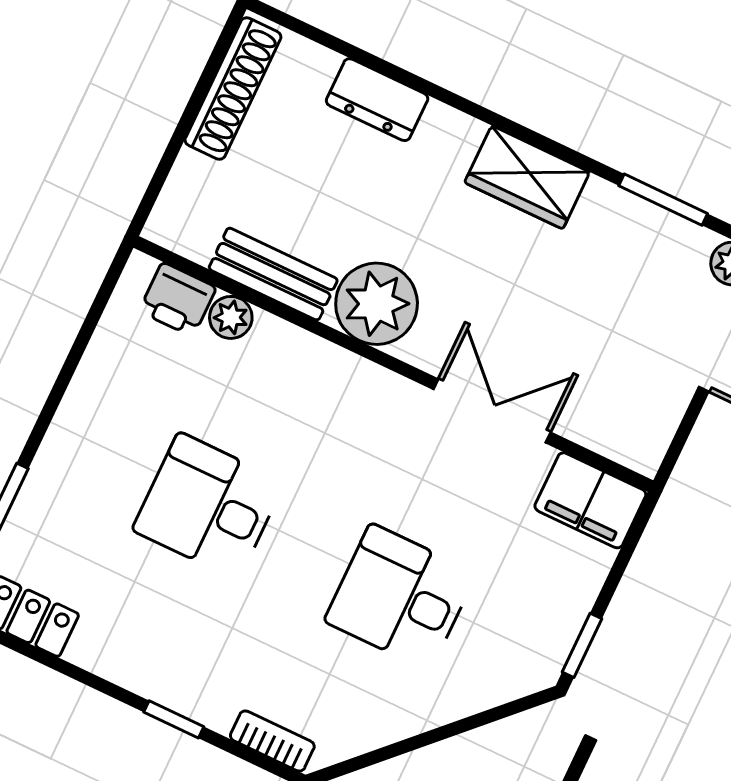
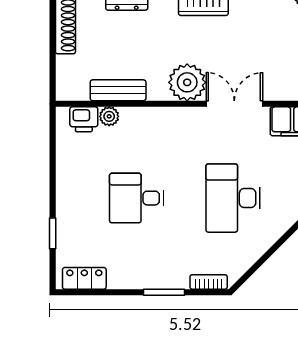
plant: (377, 304) -> (187, 82), moved
desk: (400, 597) -> (233, 198), width x1.37
window: (174, 719) -> (164, 292), width x1.50

